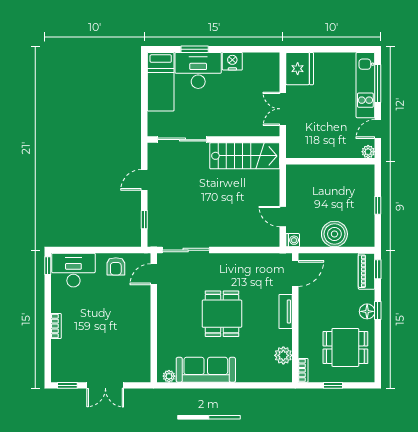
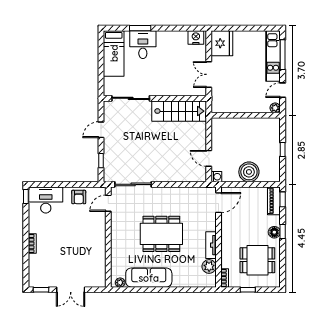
nightstand: (232, 61) -> (196, 37), moved
desk: (198, 70) -> (143, 45), width x0.73
tv unit: (286, 312) -> (211, 245), moved
dining table: (222, 314) -> (161, 234), width x1.38

